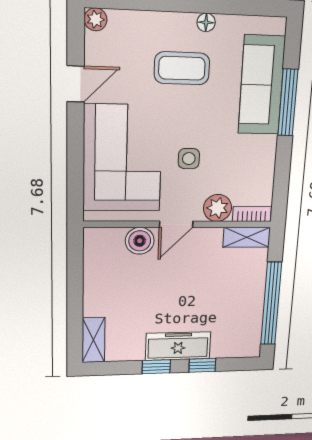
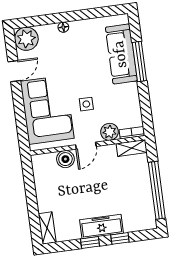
plant: (95, 19) -> (26, 39), width x1.87, depth x1.87
floor lamp: (206, 22) -> (63, 27), moved
coffee table: (182, 68) -> (73, 52), removed

